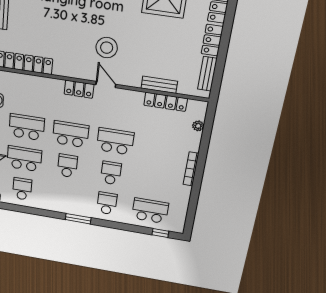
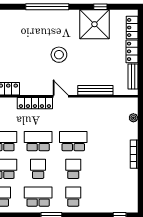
stool: (107, 48) -> (59, 55), moved
bench: (159, 85) -> (95, 90), width x1.36
locker: (79, 89) -> (35, 103), width x1.53
locker: (165, 102) -> (107, 103), removed
school desk: (150, 211) -> (38, 197), moved

